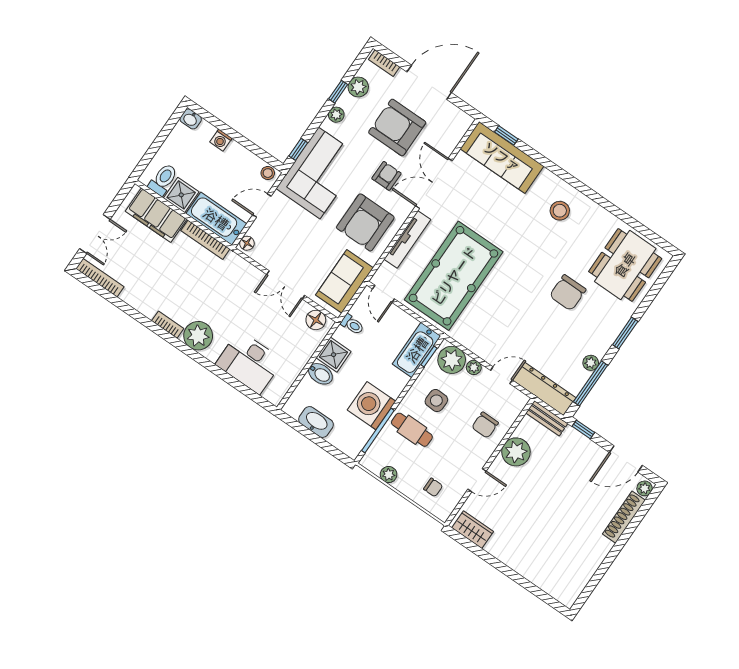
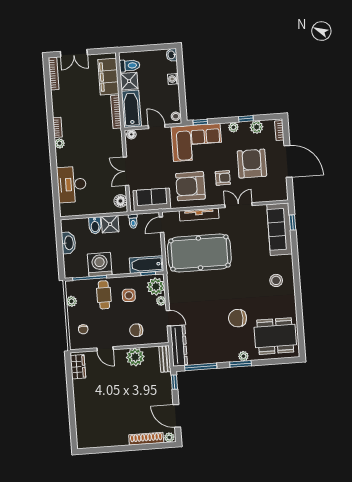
double door: (434, 183) -> (238, 205), width x0.73
plant: (198, 336) -> (60, 143), width x0.53, depth x0.53
plant: (591, 363) -> (243, 356), moved

